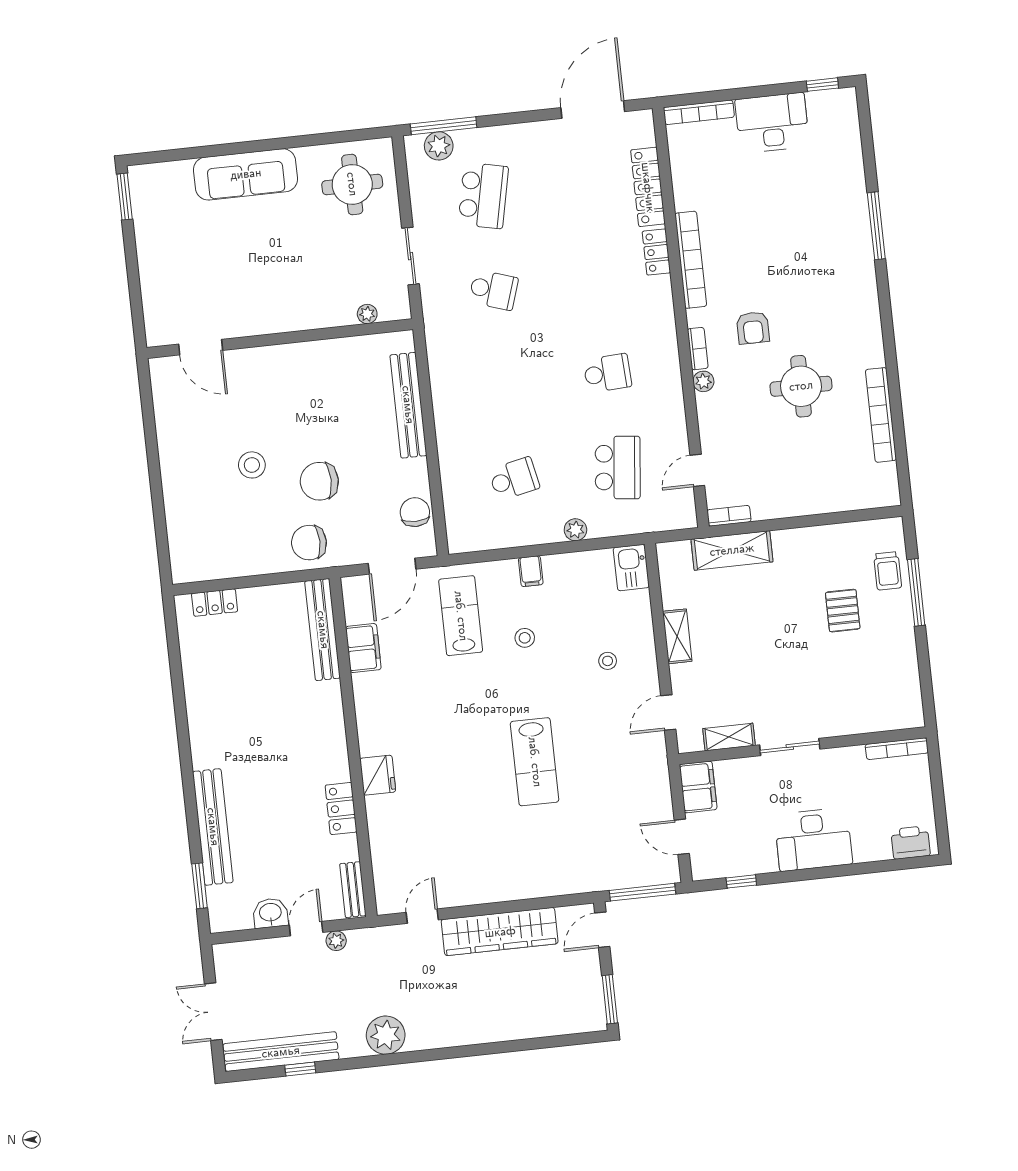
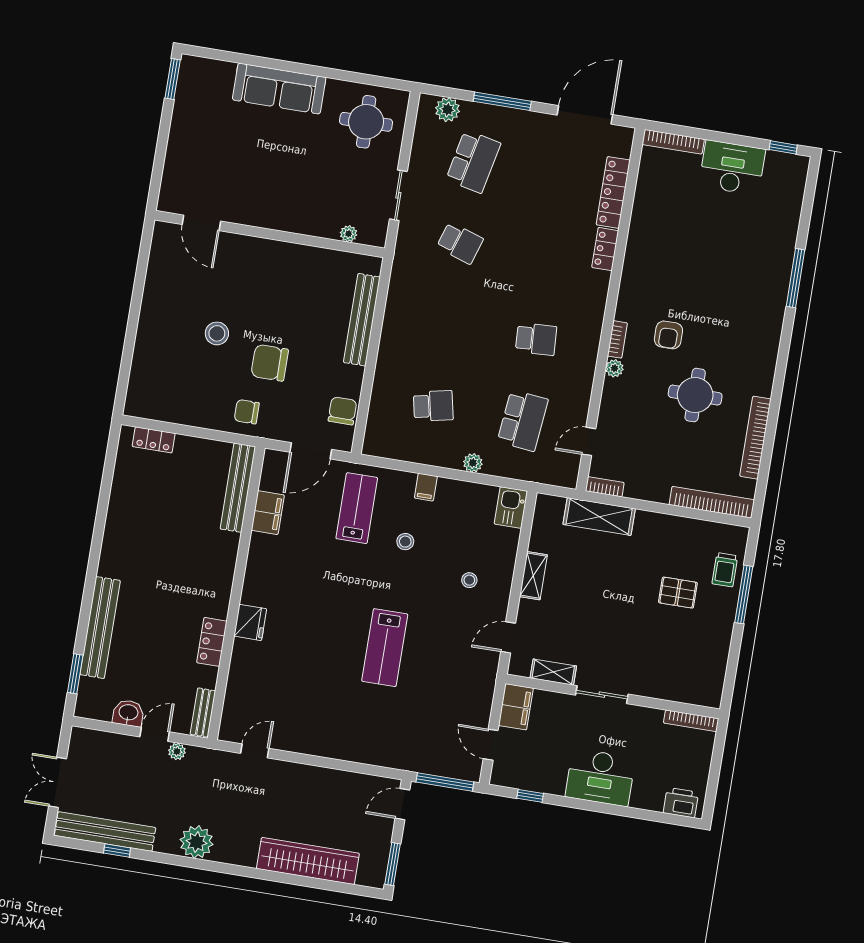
window: (444, 126) -> (502, 101), moved
bookcase: (691, 260) -> (712, 502), moved, turned -90
chair: (309, 543) -> (247, 412), width x0.73, depth x0.73
pallet: (843, 611) -> (678, 593), turned 90
wardrobe: (500, 932) -> (308, 861), moved, turned 180

